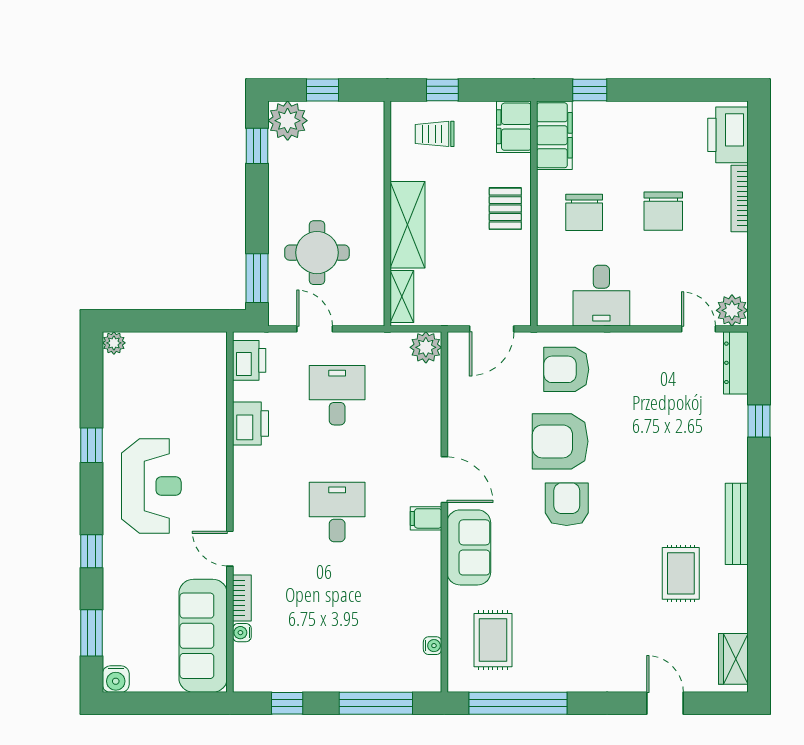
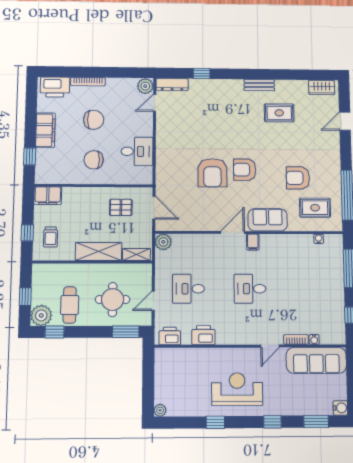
filing cabinet: (554, 135) -> (45, 130), moved, turned 90
cafe table: (307, 173) -> (70, 305), added
pallet: (505, 209) -> (121, 207), moved
chair: (584, 212) -> (94, 160), turned 180
armchair: (566, 369) -> (298, 178), moved, turned 90
bench: (737, 524) -> (259, 85), width x0.73

